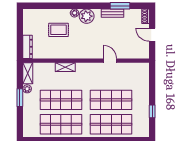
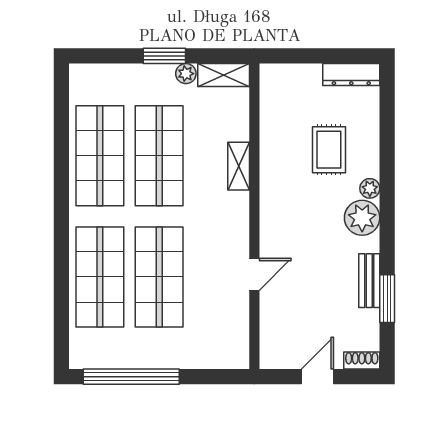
dresser: (28, 47) -> (351, 75), moved
window: (152, 111) -> (131, 377), width x3.17

